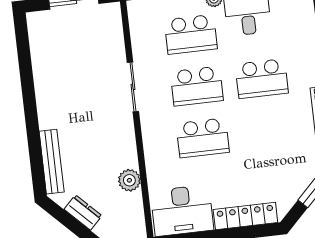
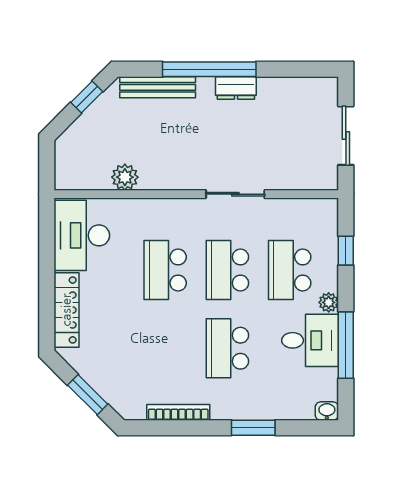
window: (32, 120) -> (209, 69), added
dresser: (83, 213) -> (236, 88), moved, turned 45
window: (66, 220) -> (87, 97), added

